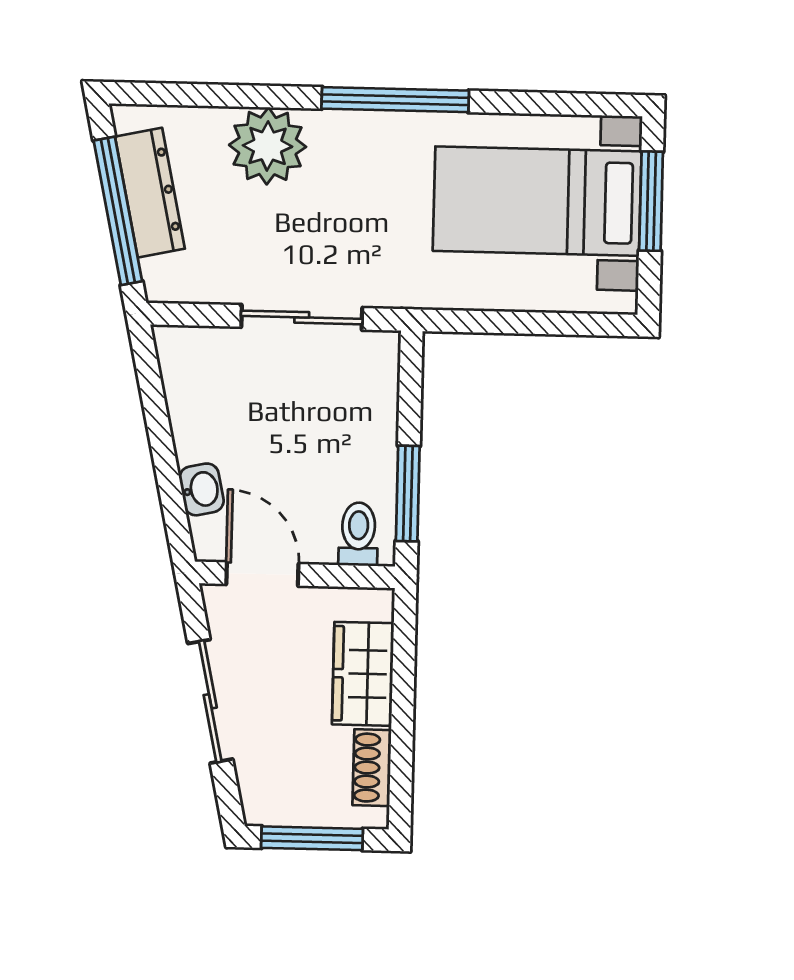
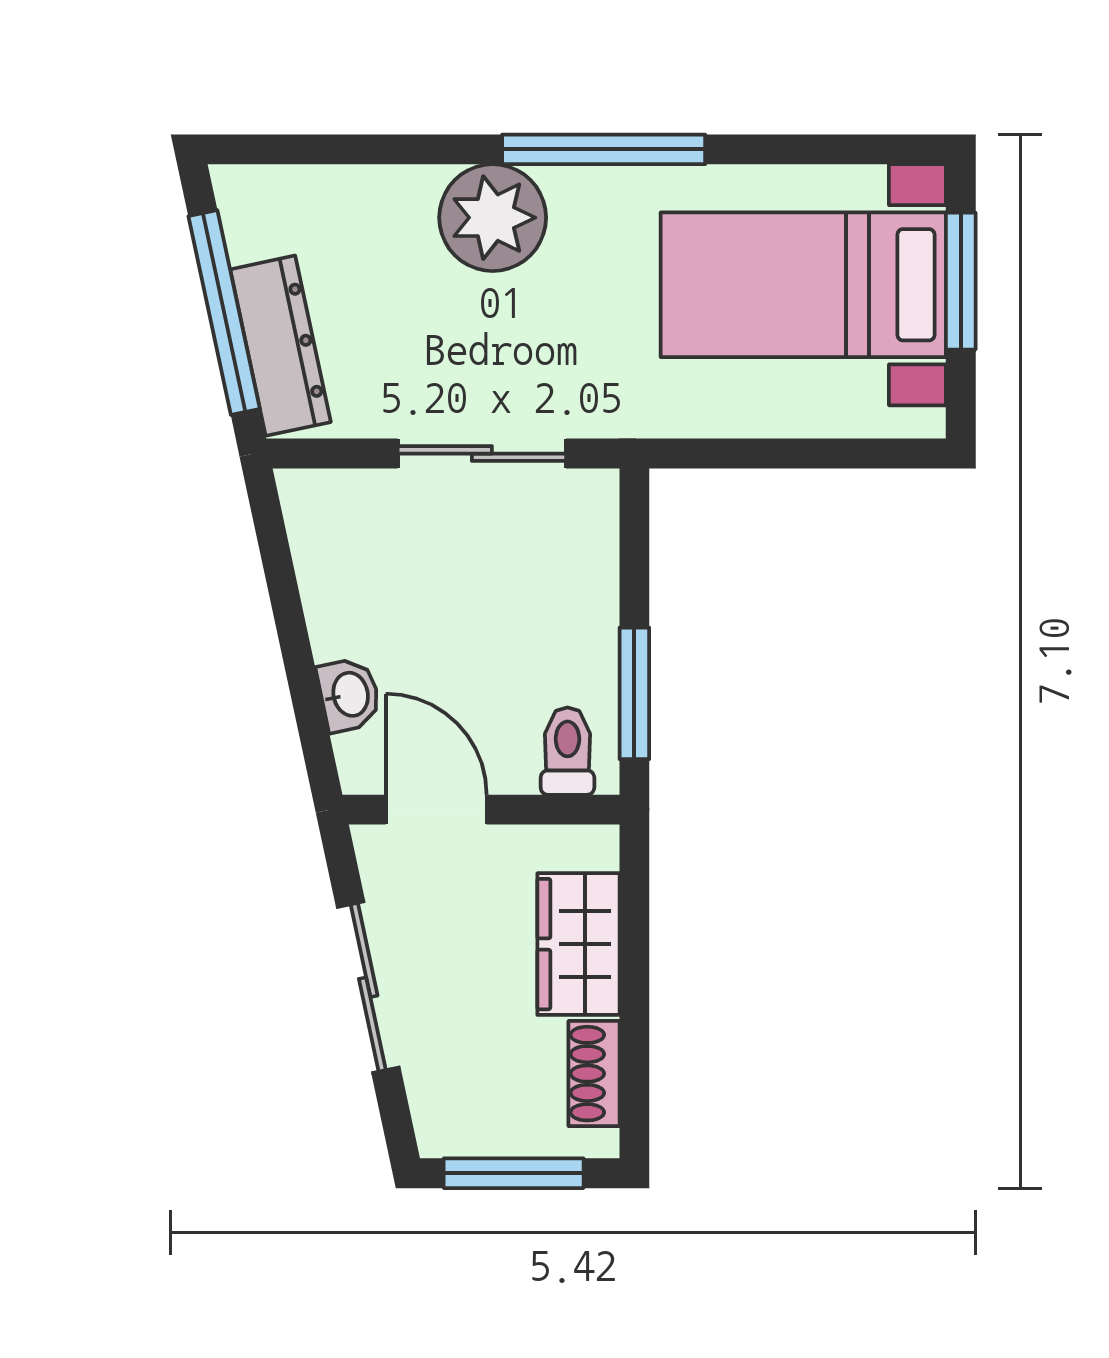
plant: (268, 146) -> (493, 218), moved
dresser: (150, 193) -> (280, 346), moved

